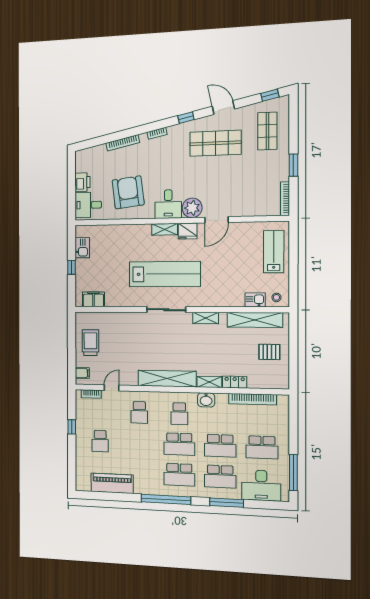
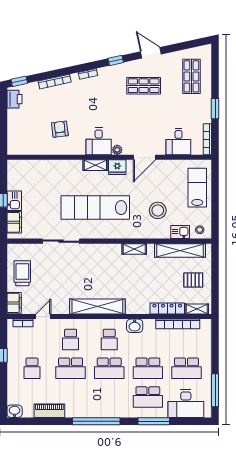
window: (270, 95) -> (19, 81), moved
shop shelf: (216, 143) -> (144, 86), width x0.70, depth x0.74
printer: (82, 182) -> (14, 99), moved
armchair: (128, 192) -> (60, 129), width x0.53, depth x0.53
desk: (88, 205) -> (178, 142), moved, turned -90
plant: (192, 208) -> (117, 150), width x0.53, depth x0.53
kitchen sink: (82, 248) -> (14, 201), moved
lab bench: (165, 274) -> (95, 208), turned 180
stool: (231, 277) -> (158, 210), added
filing cabinet: (93, 299) -> (14, 222), moved, turned 90
sliding door: (166, 310) -> (61, 241), moved
filing cabinet: (82, 373) -> (14, 303), width x2.00
shelving: (209, 382) -> (197, 309), moved
locker: (235, 382) -> (167, 308), width x1.53
school desk: (179, 475) -> (71, 368), moved
piano: (112, 483) -> (49, 411), width x0.73, depth x0.75
washbasin: (83, 485) -> (15, 411), added

